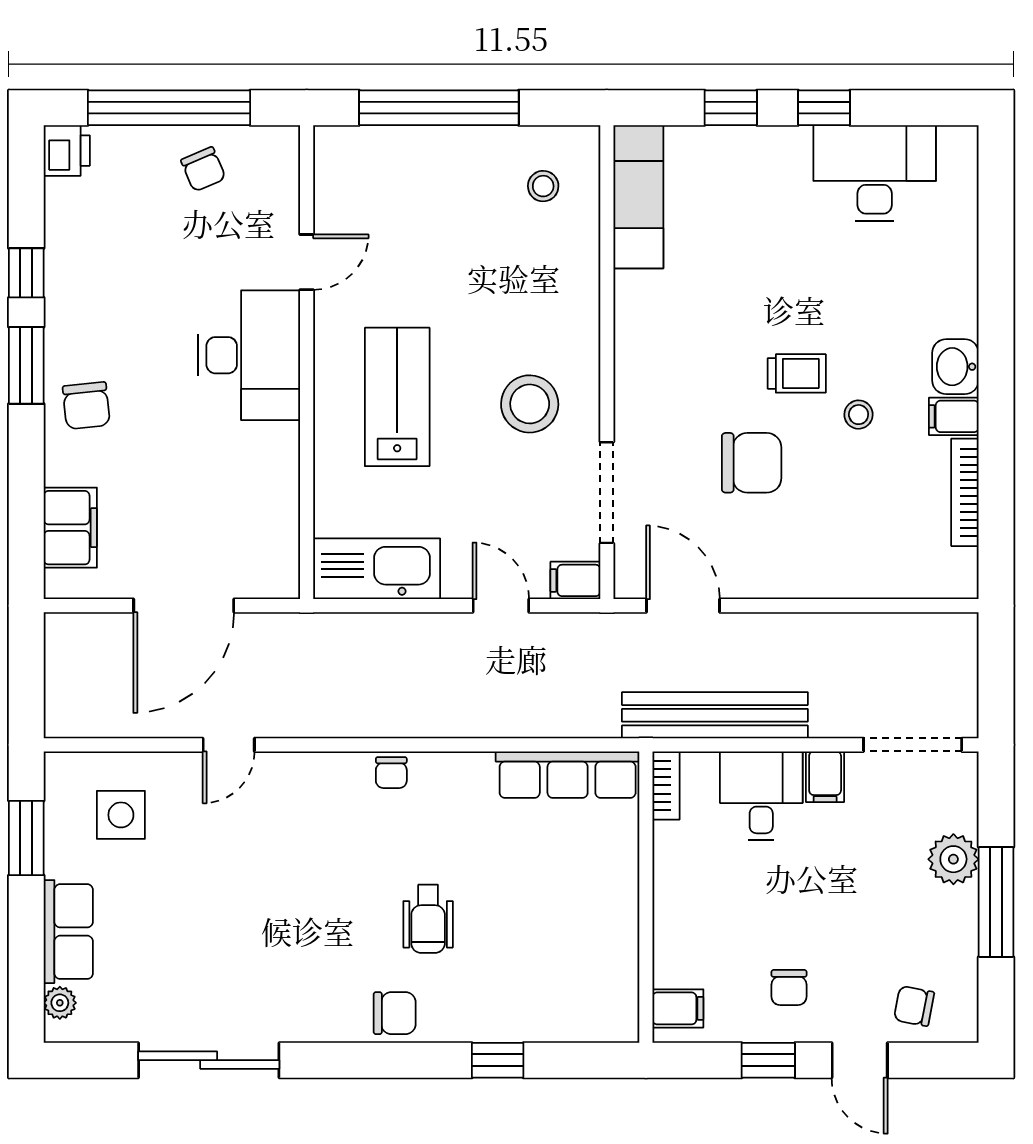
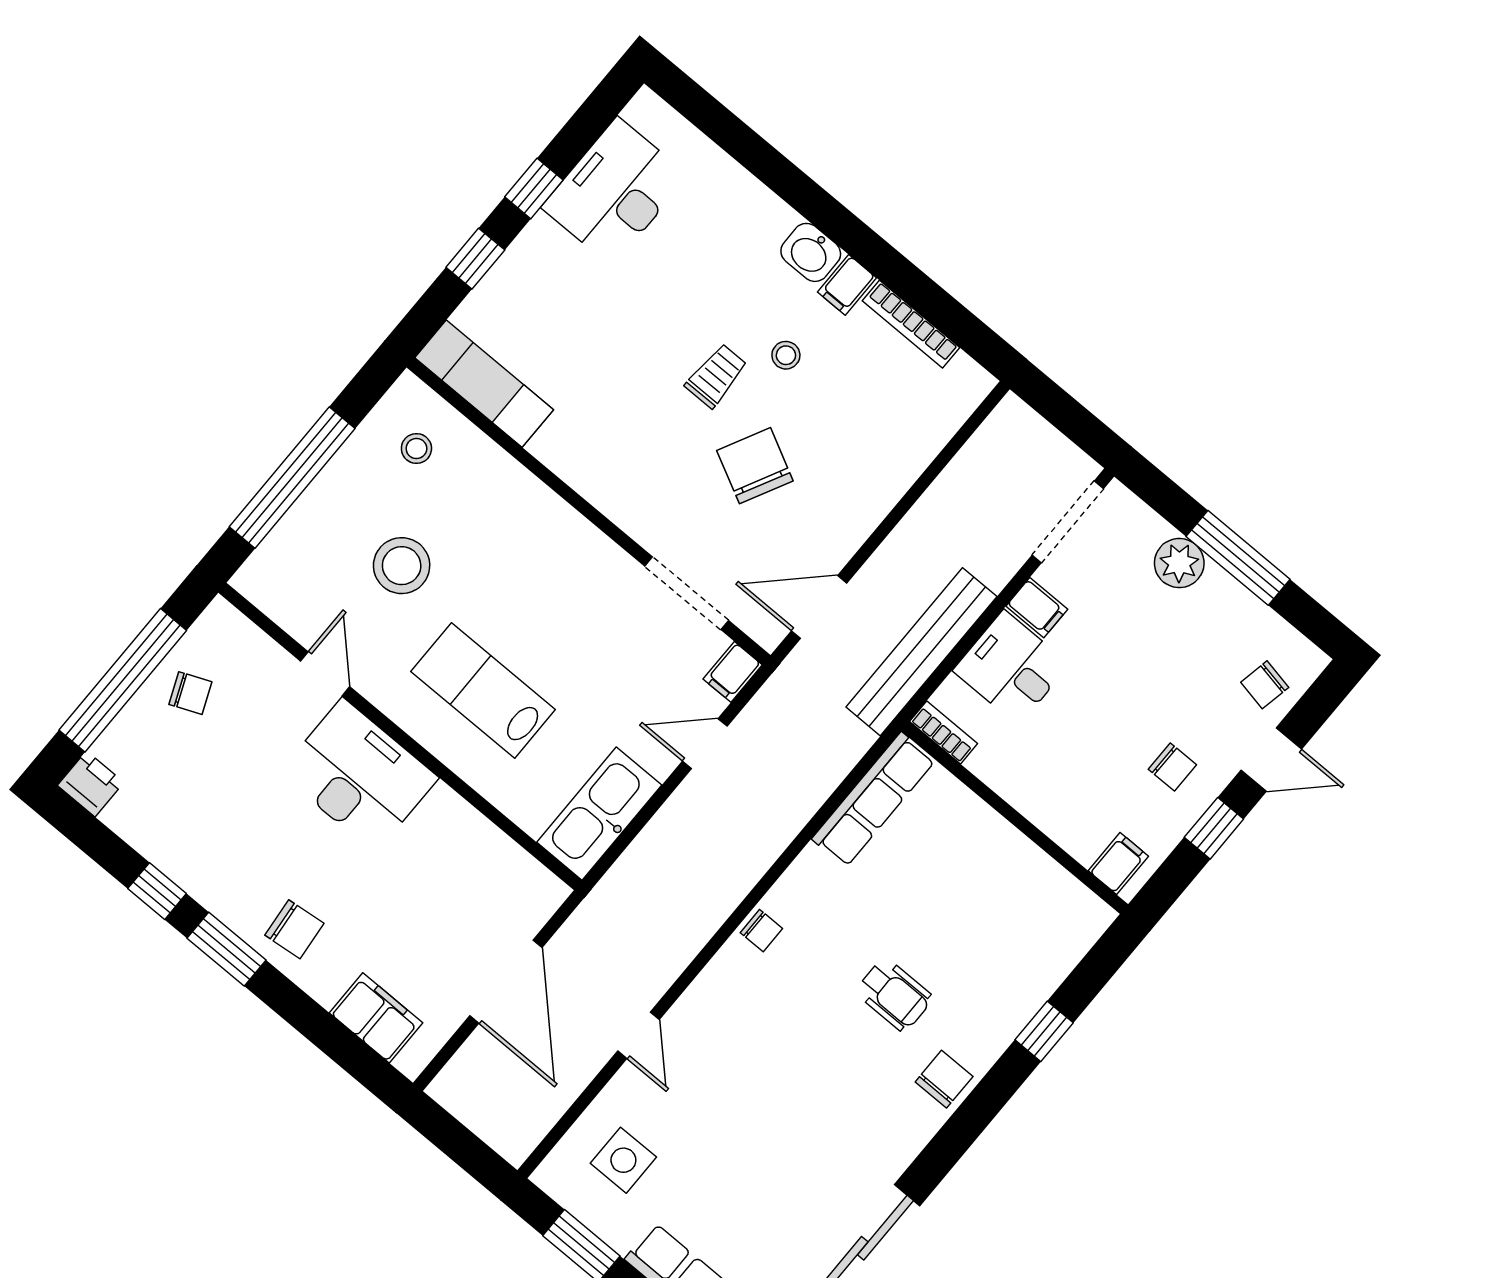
stool: (530, 404) -> (402, 566), moved
chair: (752, 463) -> (755, 466), turned -63

